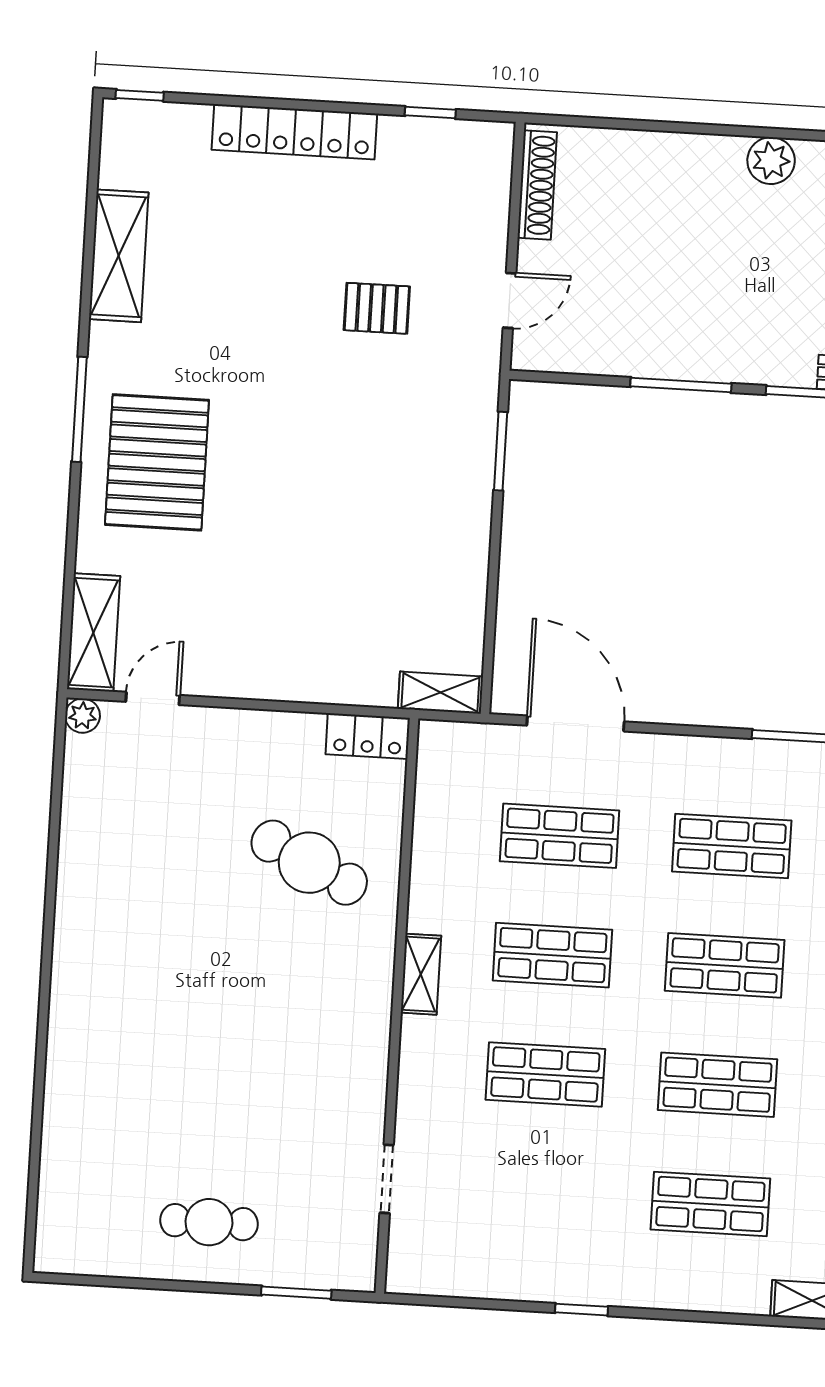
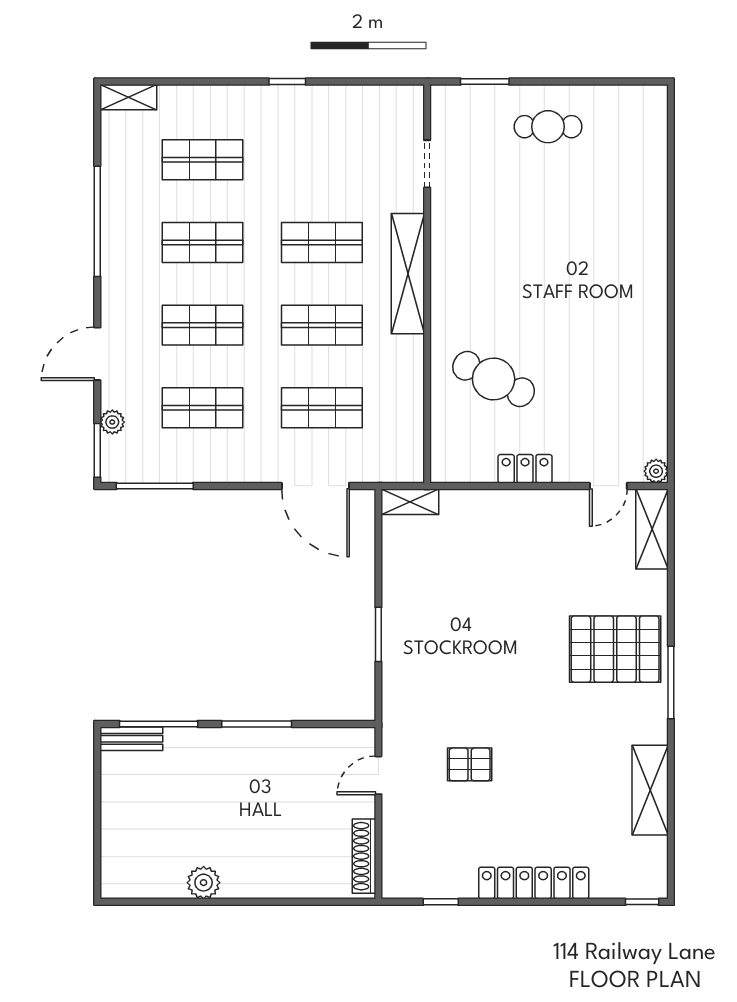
window: (501, 451) -> (378, 634), moved
pallet: (157, 462) -> (615, 649), turned 90
locker: (368, 736) -> (525, 469), moved
shelving: (421, 974) -> (408, 274), width x2.20, depth x1.33

